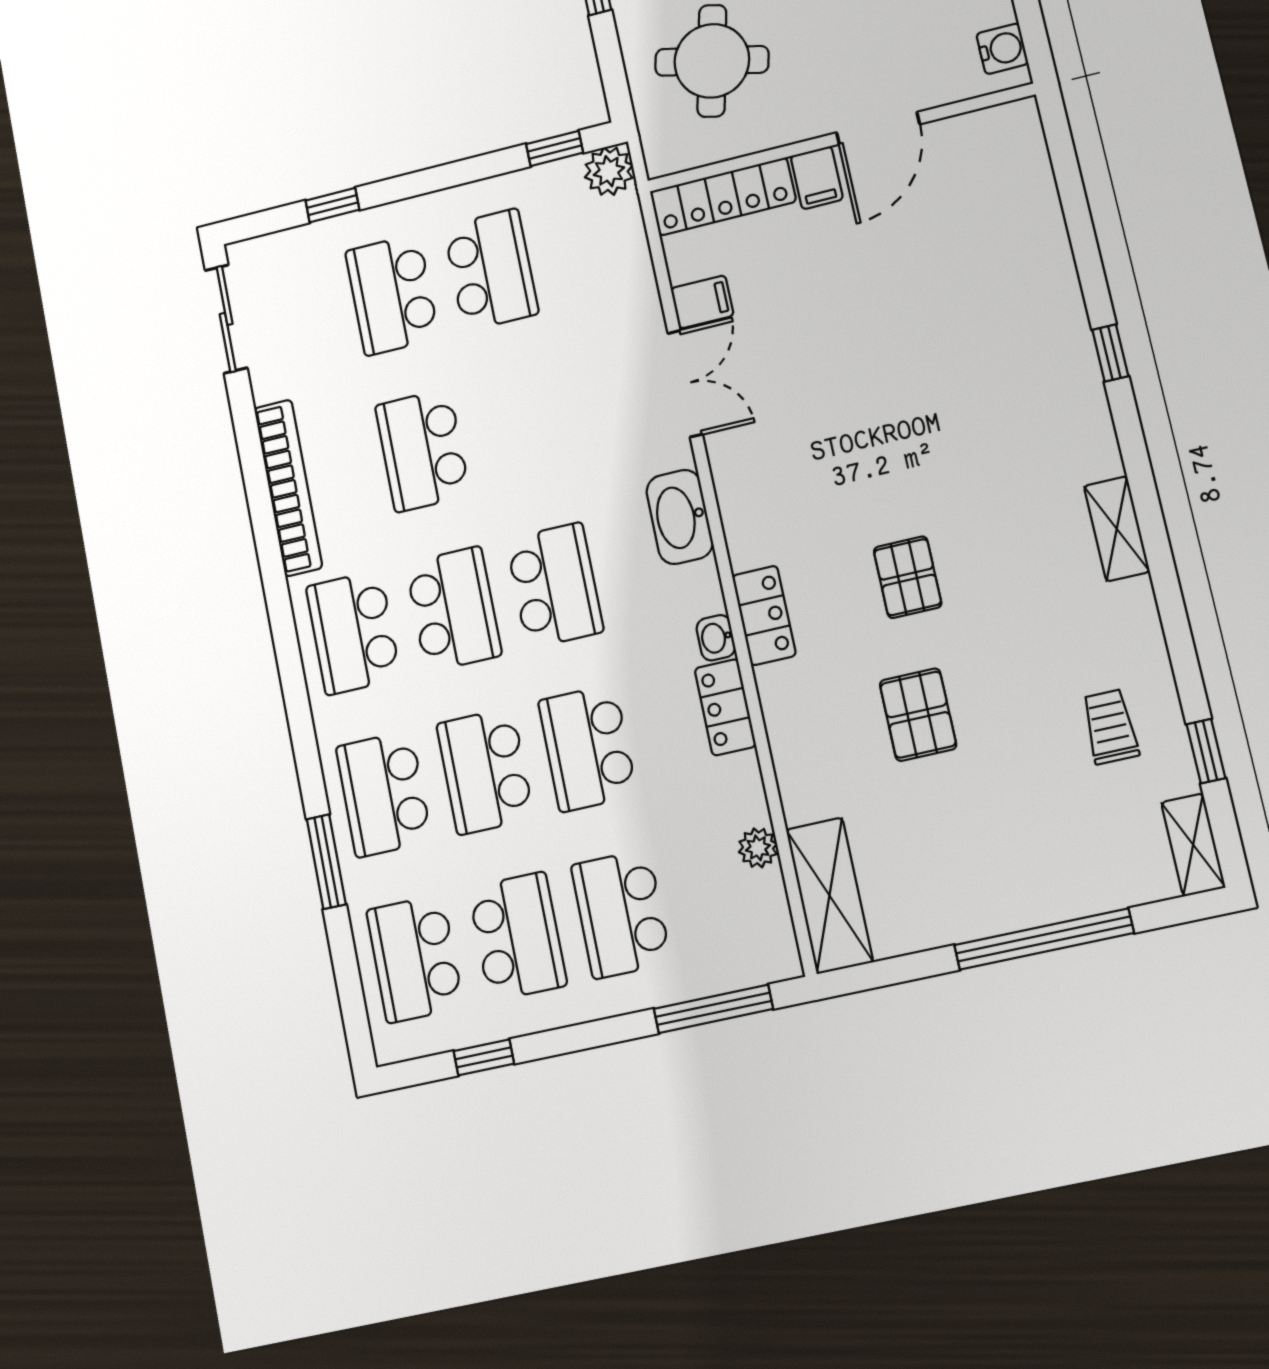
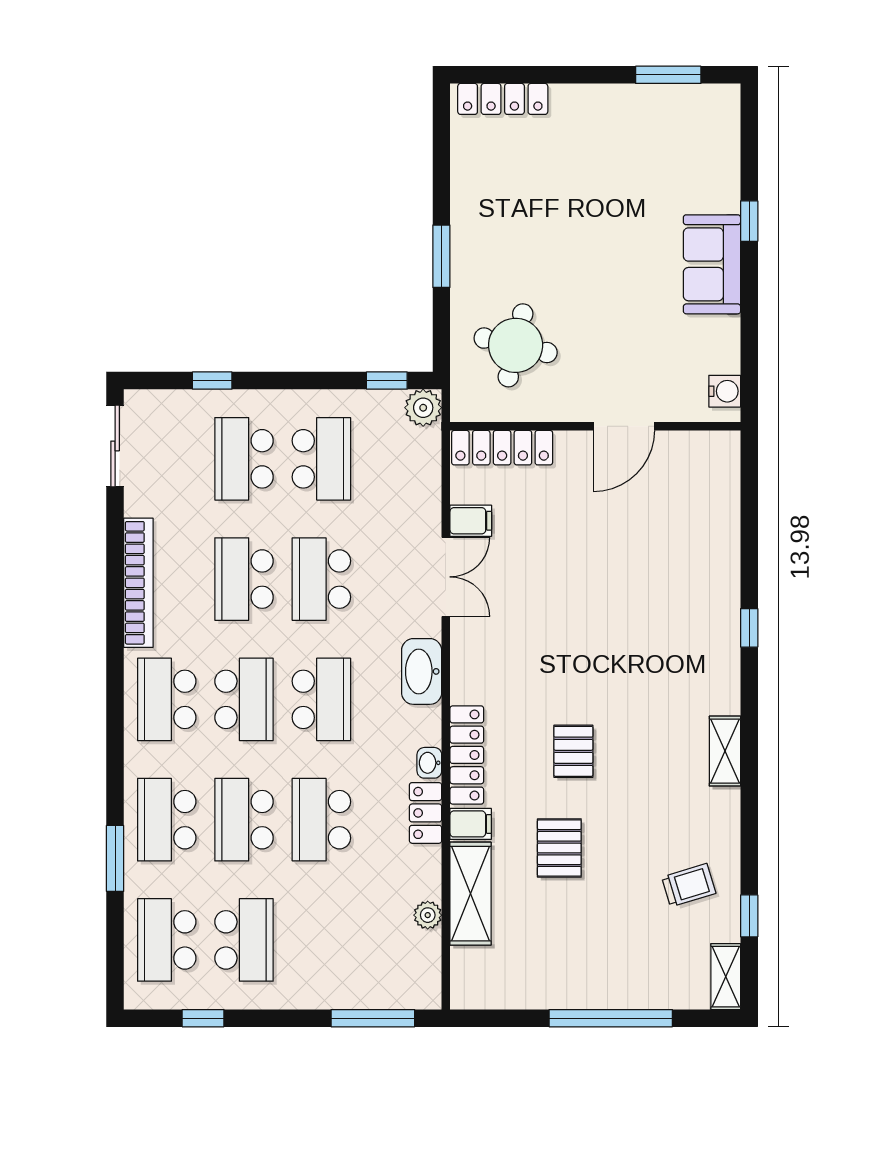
filing cabinet: (817, 178) -> (471, 824), moved, turned -90
locker: (764, 615) -> (467, 755), width x1.53
trolley: (1110, 727) -> (689, 885), turned 73
shelving: (830, 896) -> (471, 894), moved
school desk: (621, 914) -> (321, 579), moved

